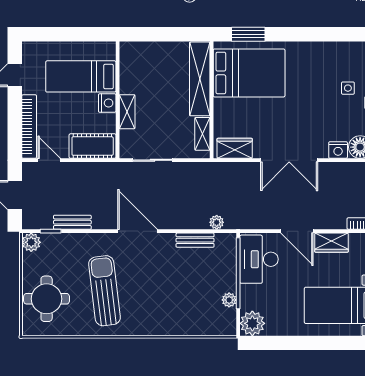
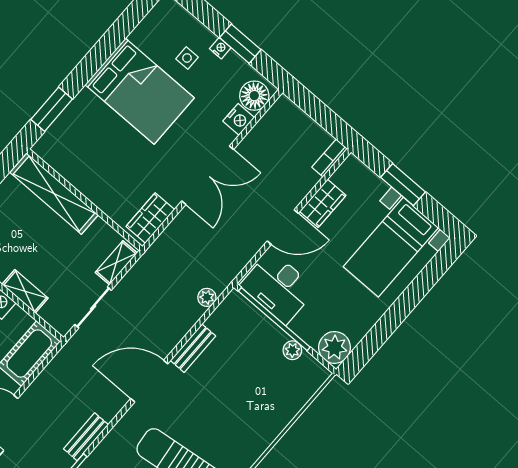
bed: (249, 73) -> (140, 91), moved, turned 90
shelving: (202, 134) -> (116, 263), moved, turned 90
bench: (195, 240) -> (193, 348), moved

